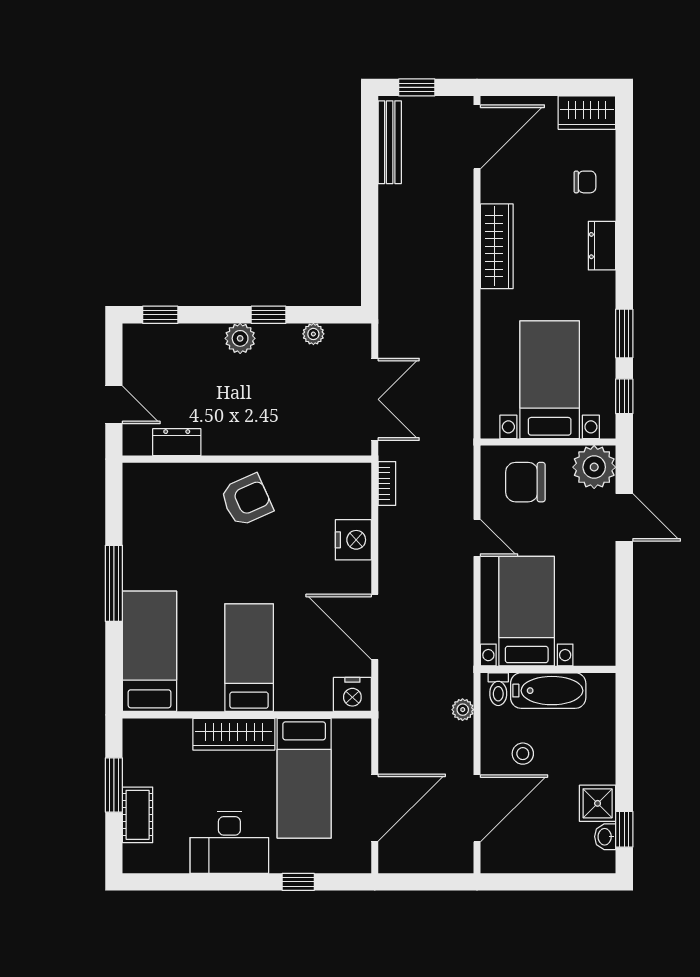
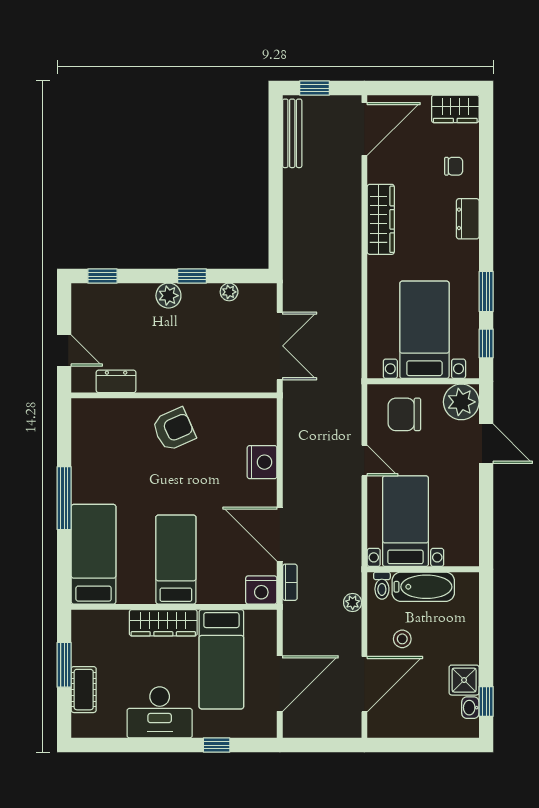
bookcase: (387, 483) -> (290, 582), moved

